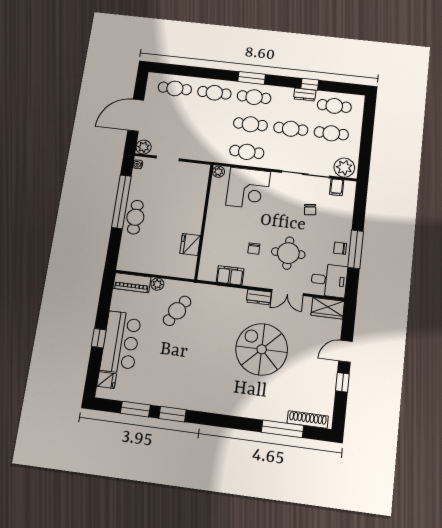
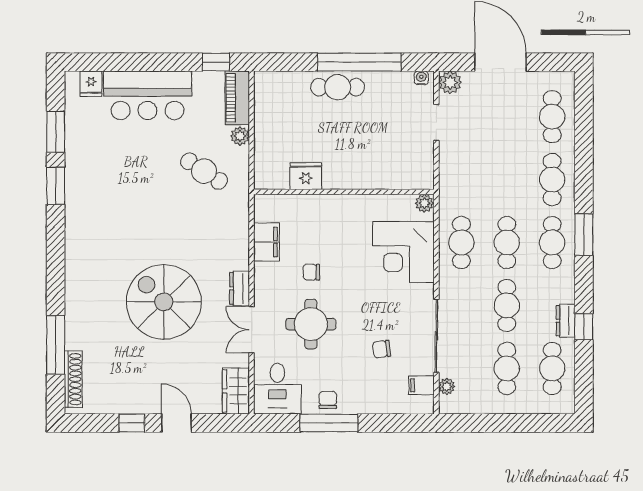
plant: (344, 168) -> (447, 387), width x0.53, depth x0.53
window: (99, 338) -> (216, 62), moved
spiral stairs: (262, 349) -> (164, 302), turned -90

